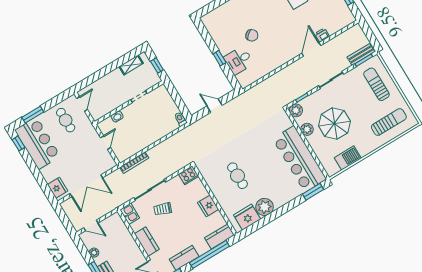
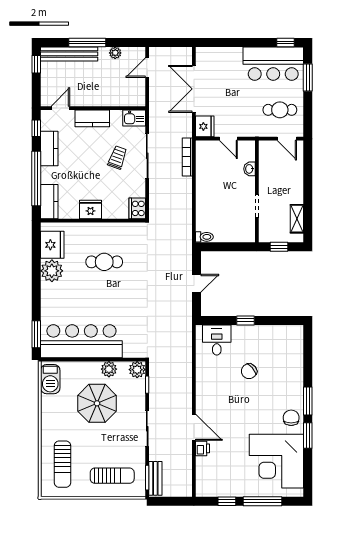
desk: (239, 60) -> (217, 340), moved
barbecue: (348, 158) -> (50, 379), moved
fridge: (58, 188) -> (205, 126), moved, turned -90

